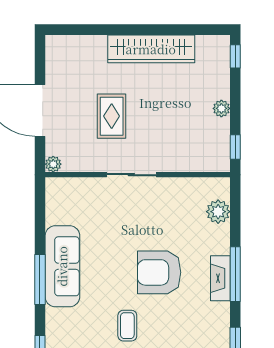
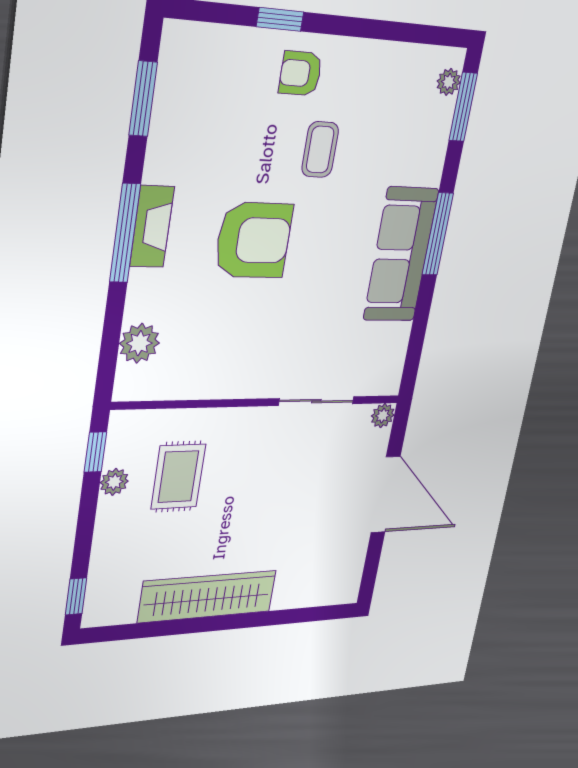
plant: (221, 108) -> (114, 482), moved
rug: (112, 116) -> (178, 477), moved
sliding door: (131, 175) -> (316, 401), moved

